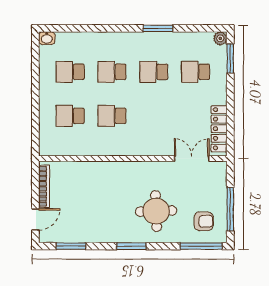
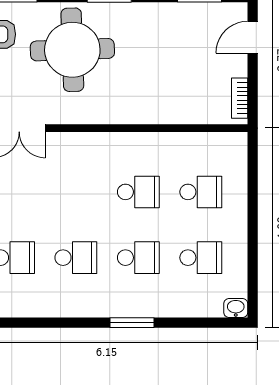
window: (158, 28) -> (132, 323), moved
bookcase: (44, 186) -> (240, 98), width x0.64
round table: (156, 211) -> (72, 50), width x1.36, depth x1.36

